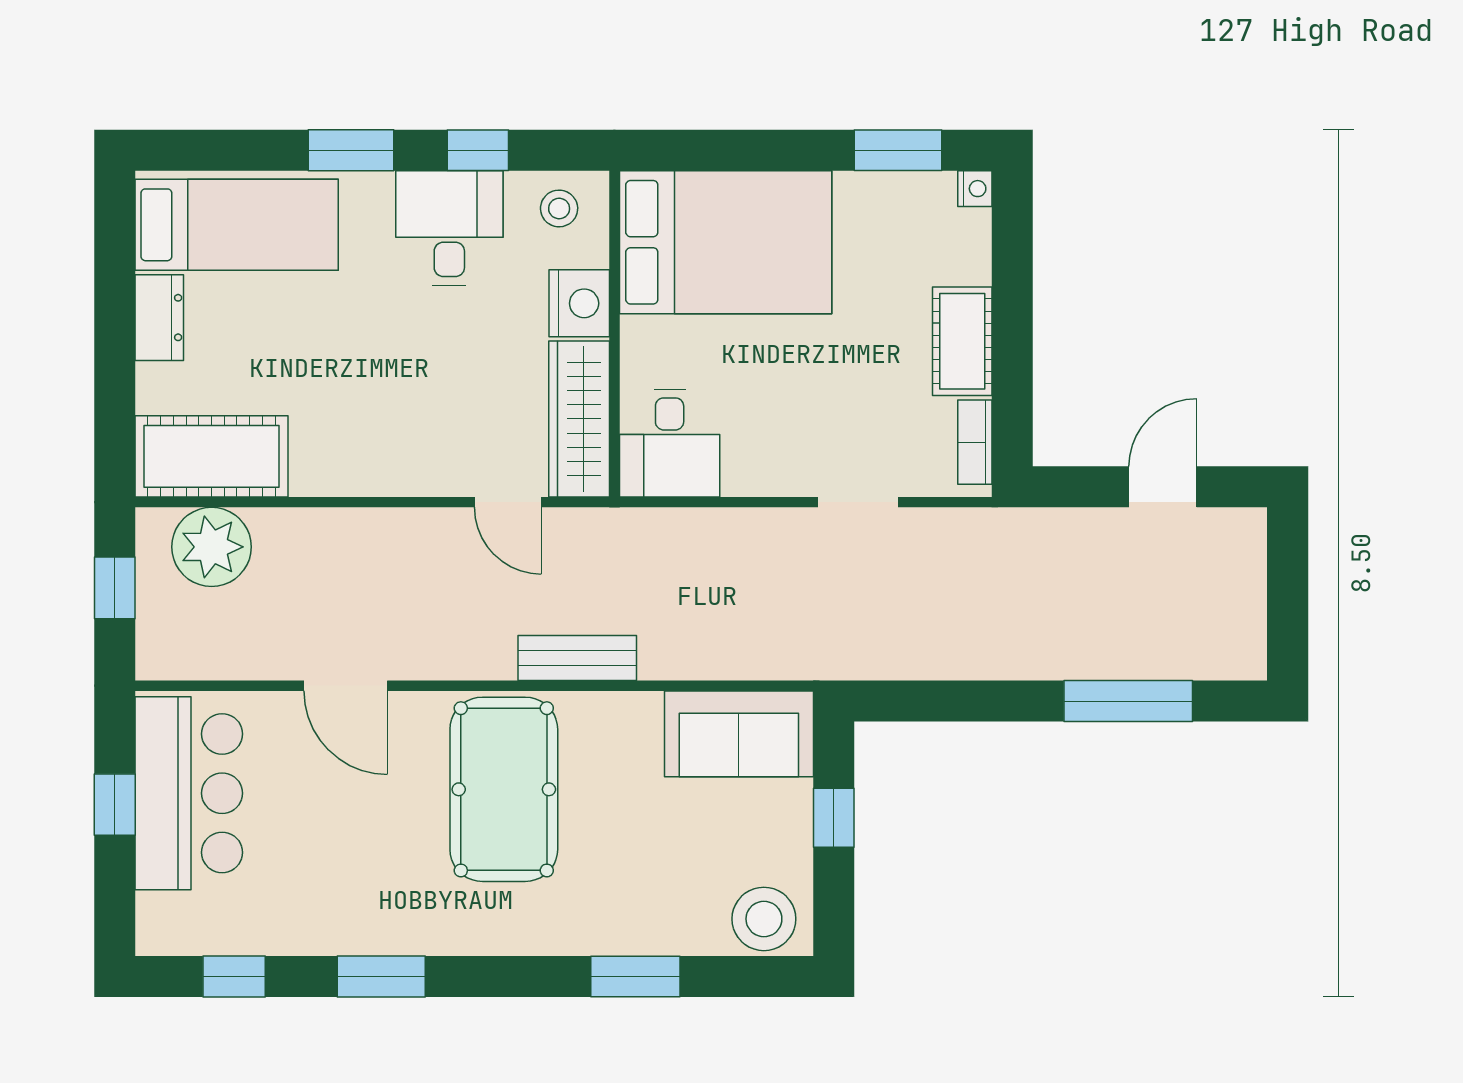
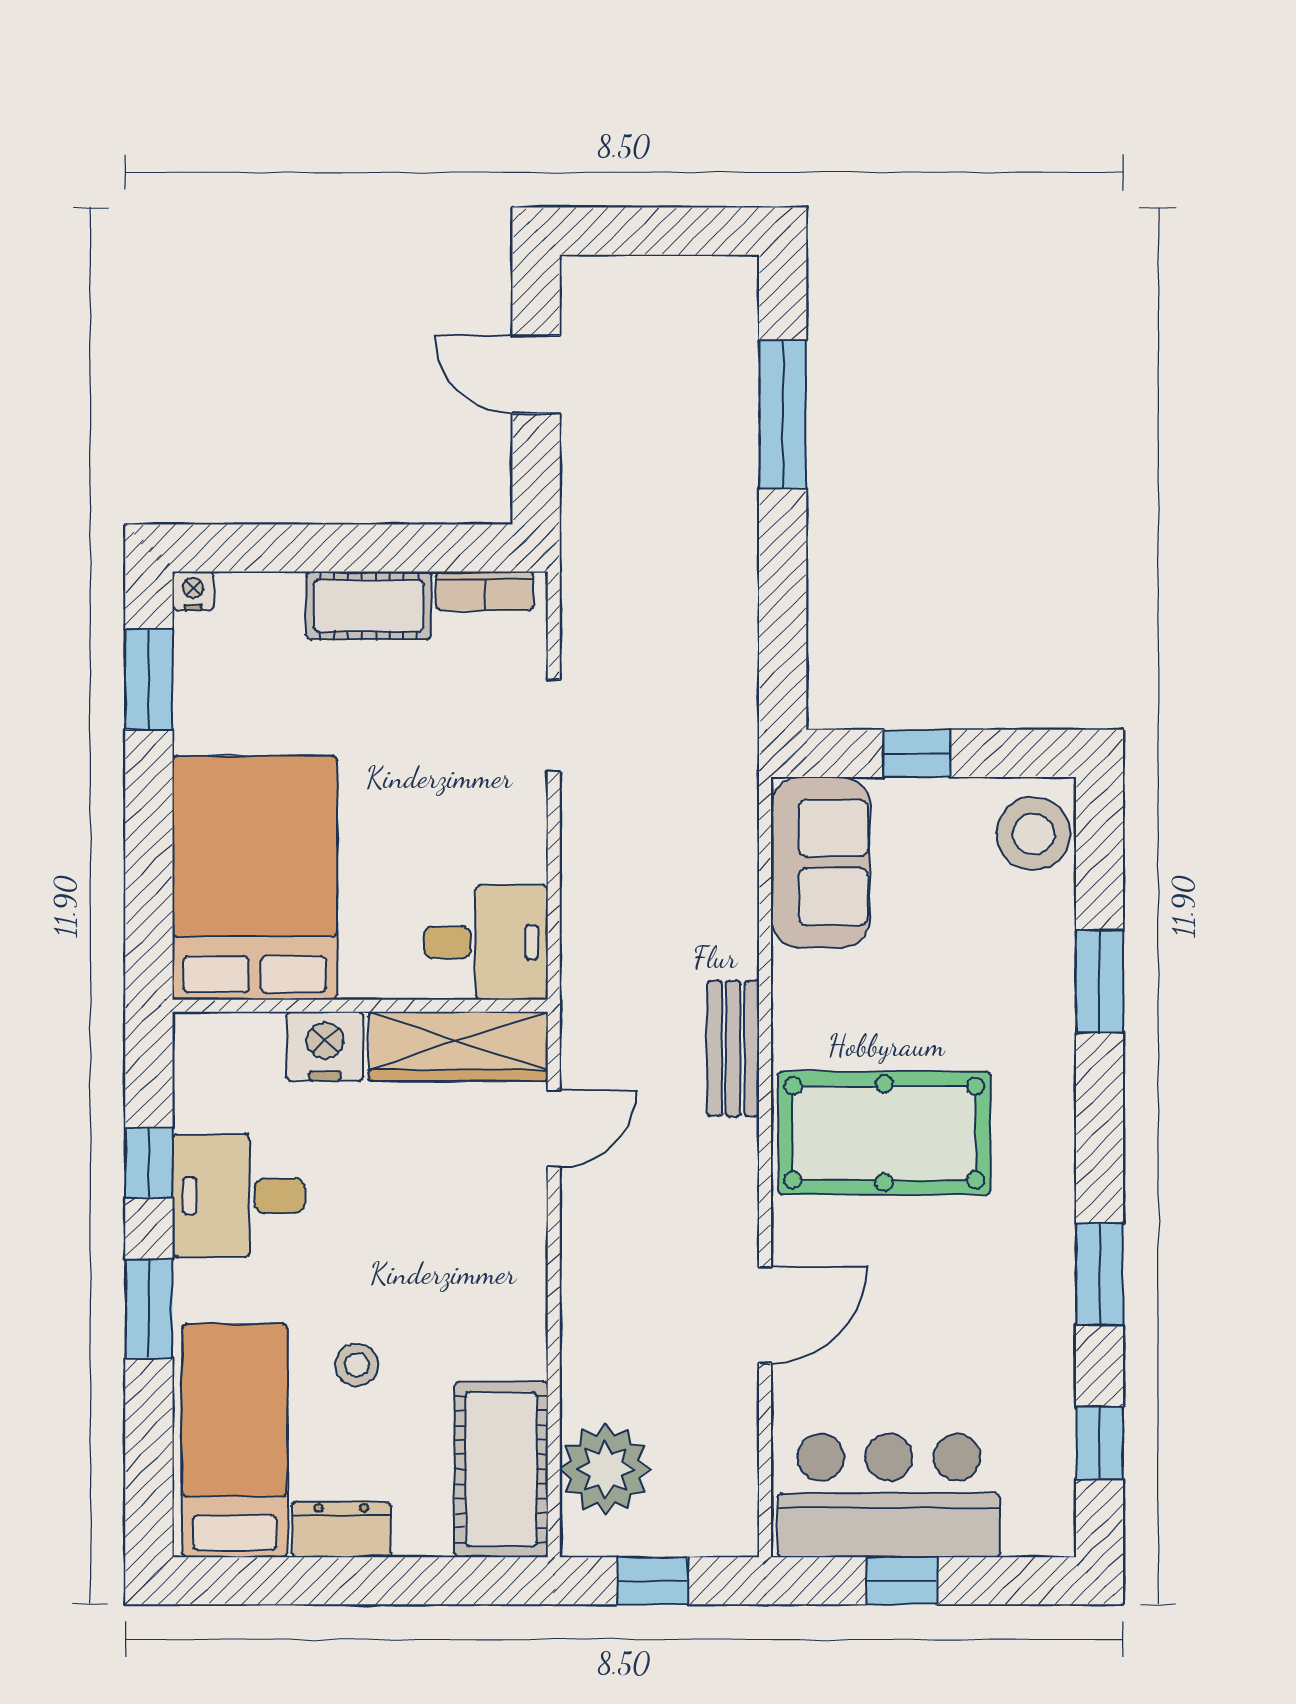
stool: (559, 208) -> (357, 1365), moved

